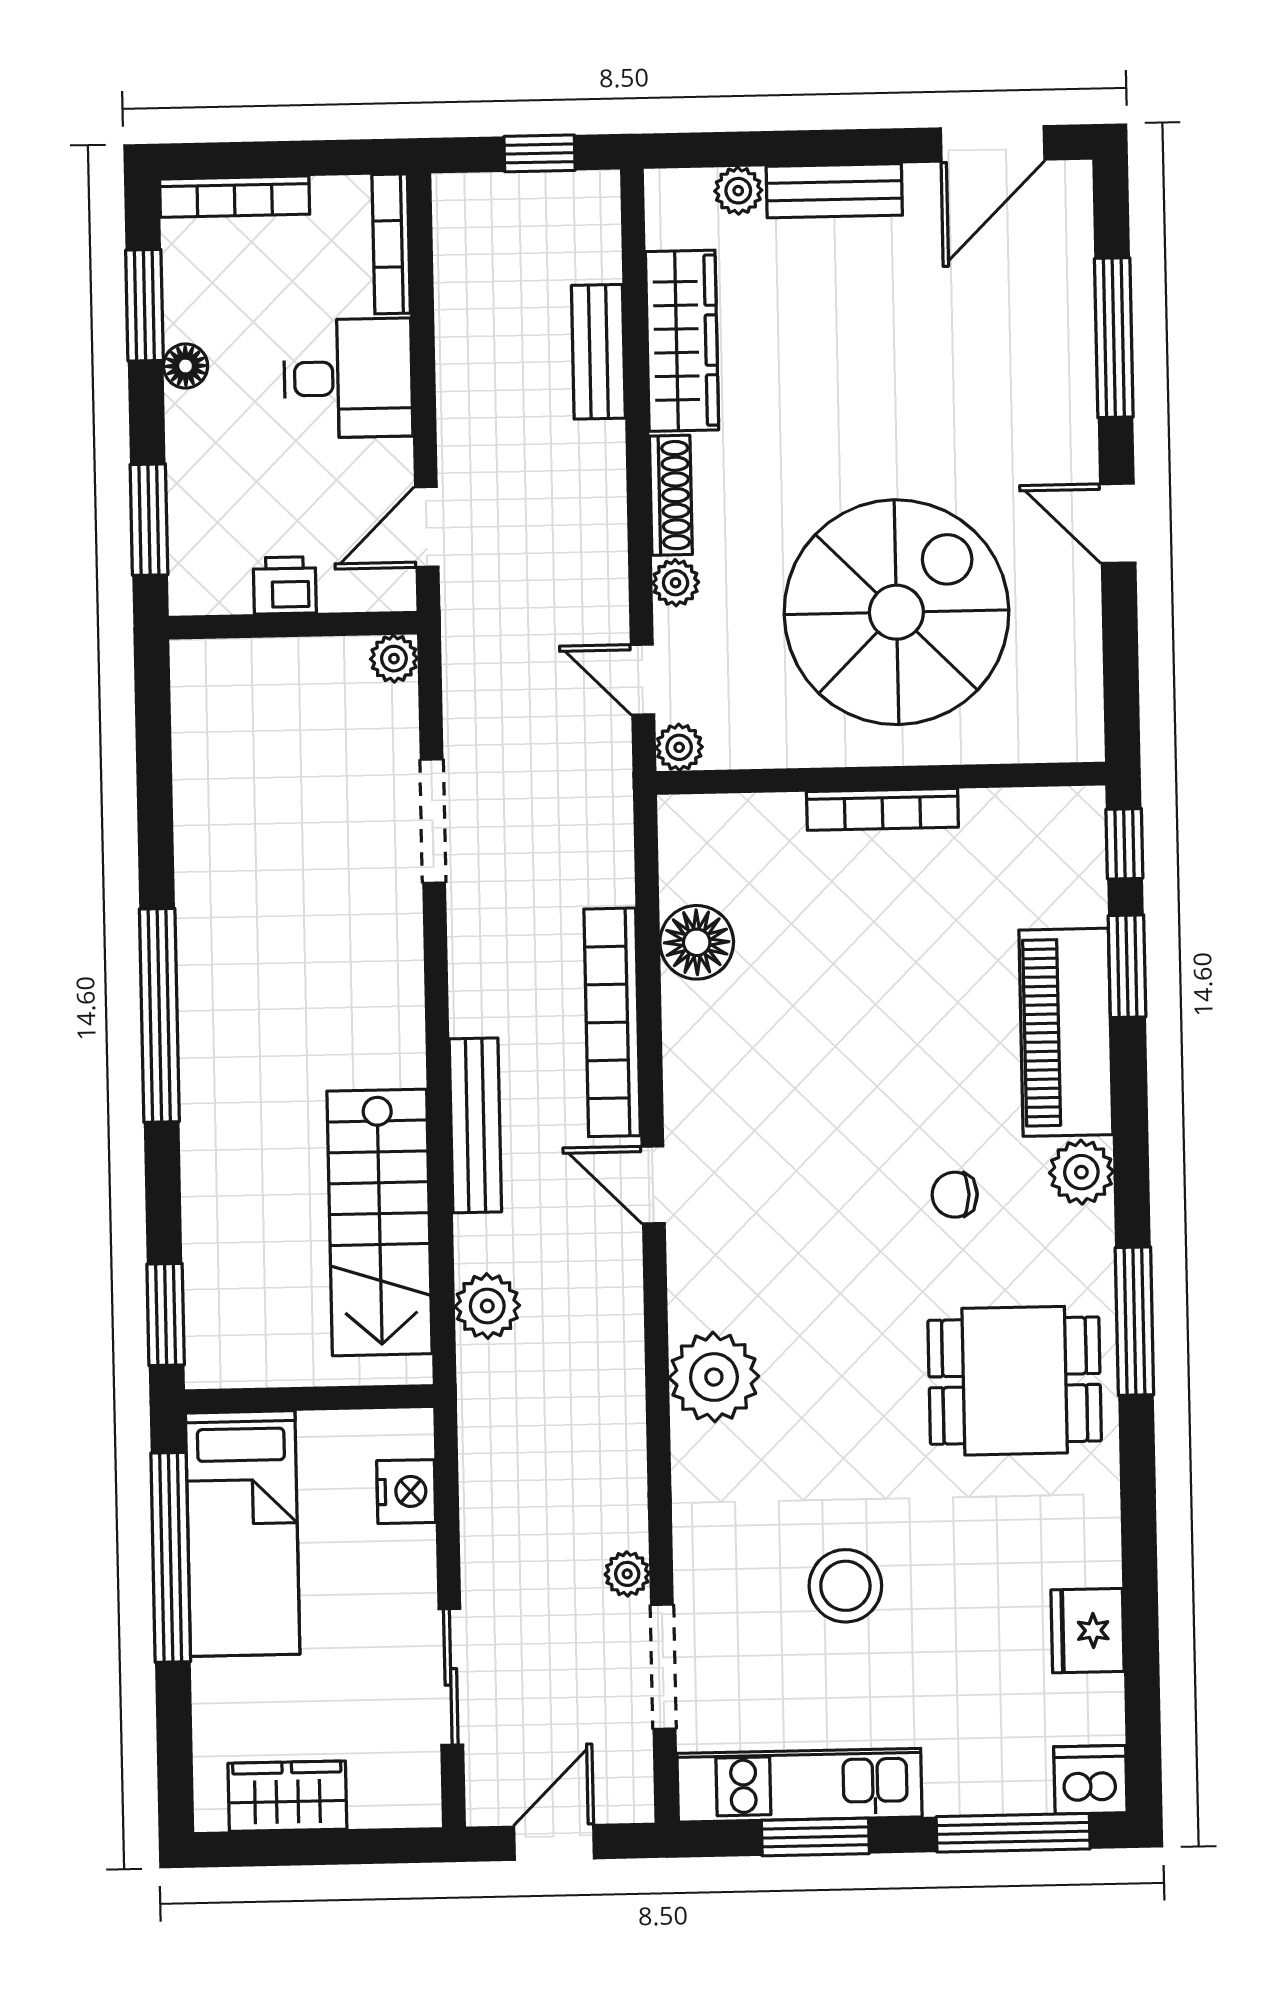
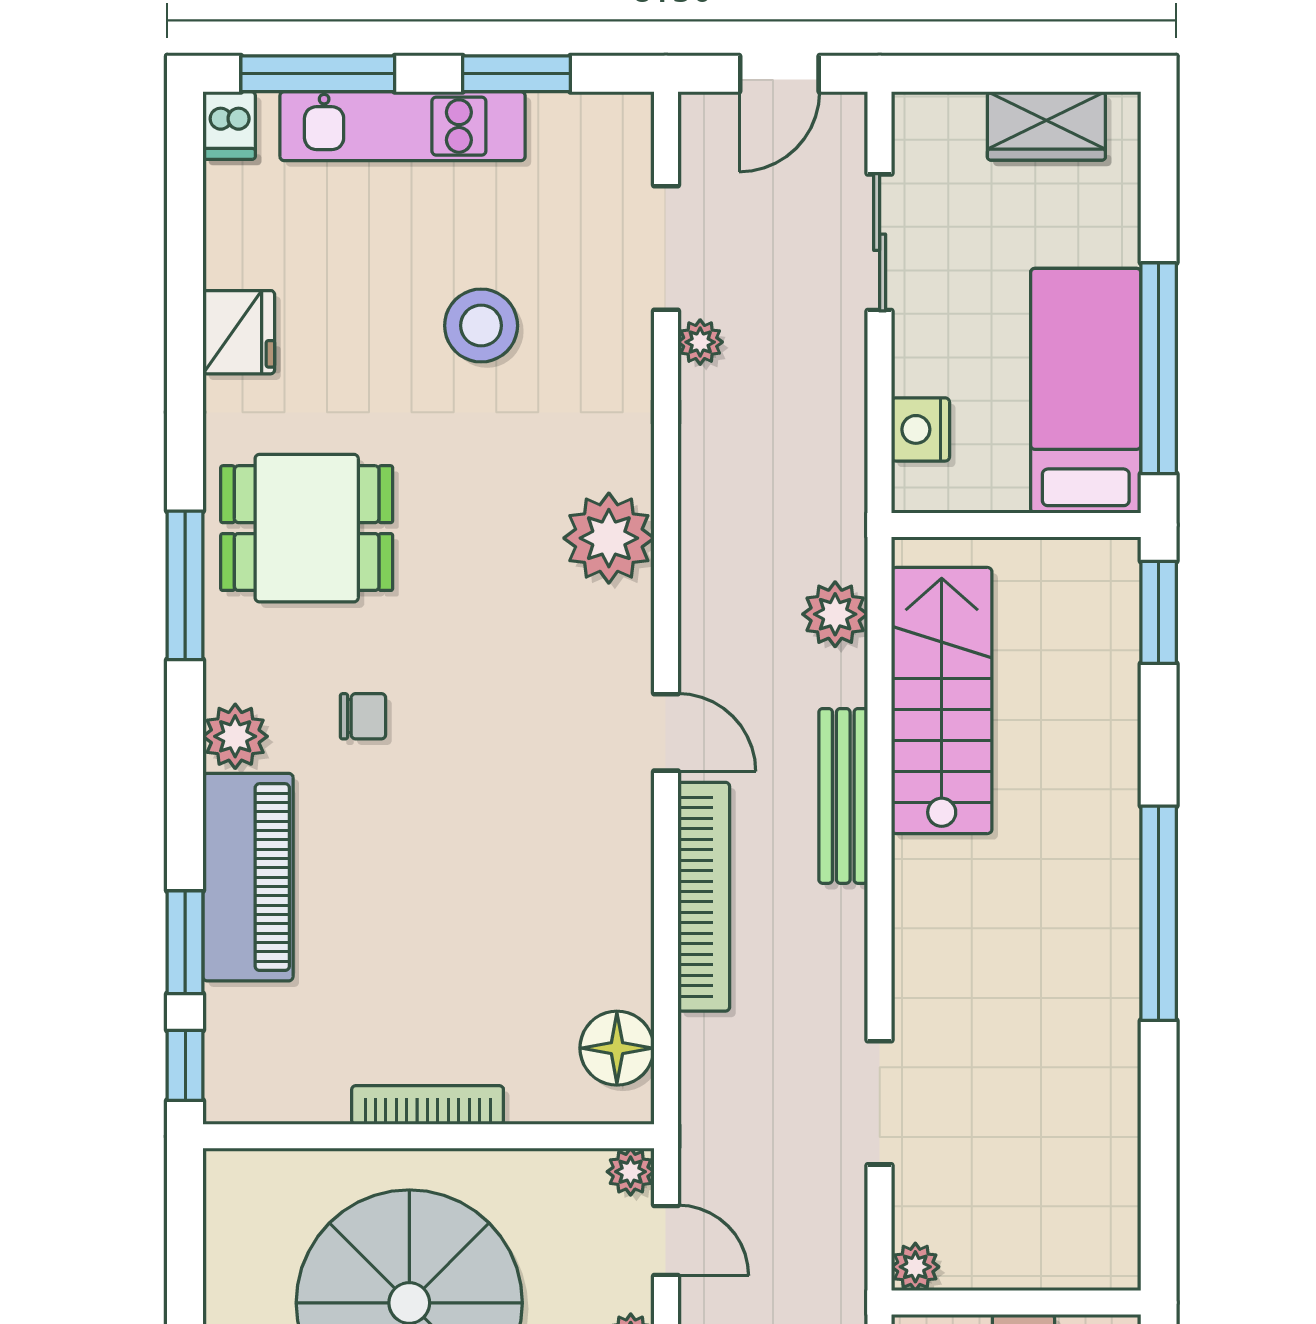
floor lamp: (697, 942) -> (617, 1048), moved
fridge: (1087, 1631) -> (239, 332), moved
dishwasher: (1090, 1780) -> (229, 125), width x0.73
kitchen unit: (799, 1785) -> (403, 126), moved

